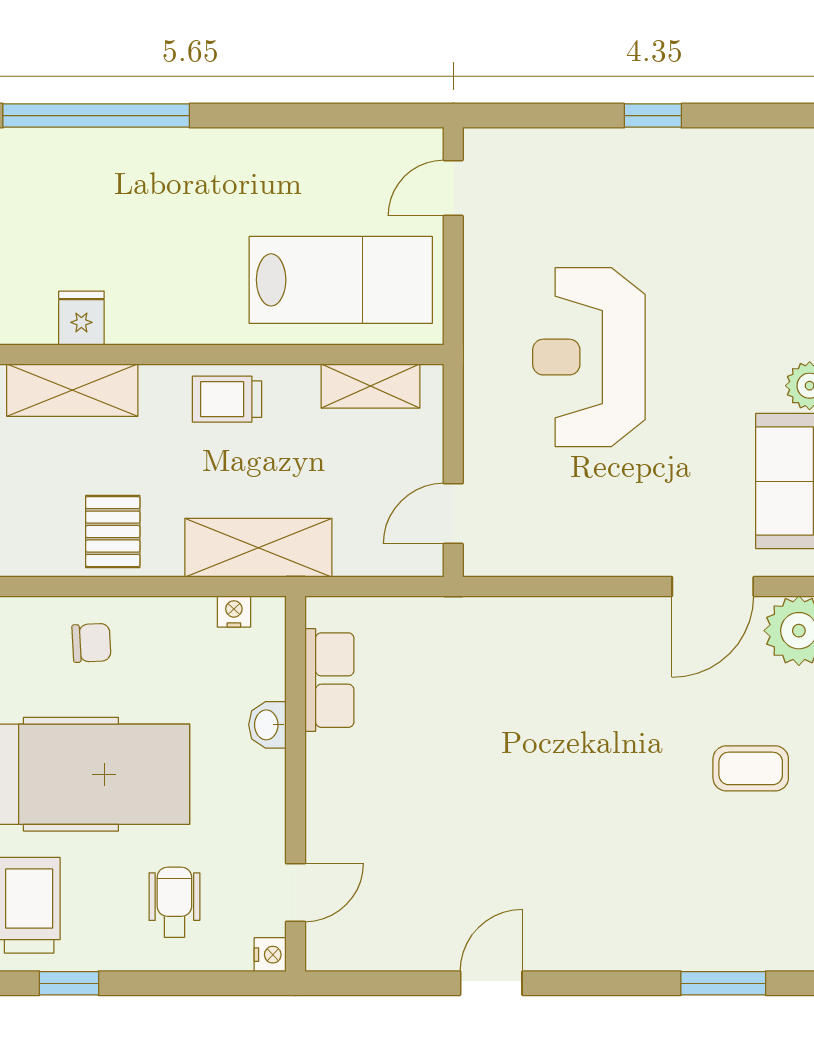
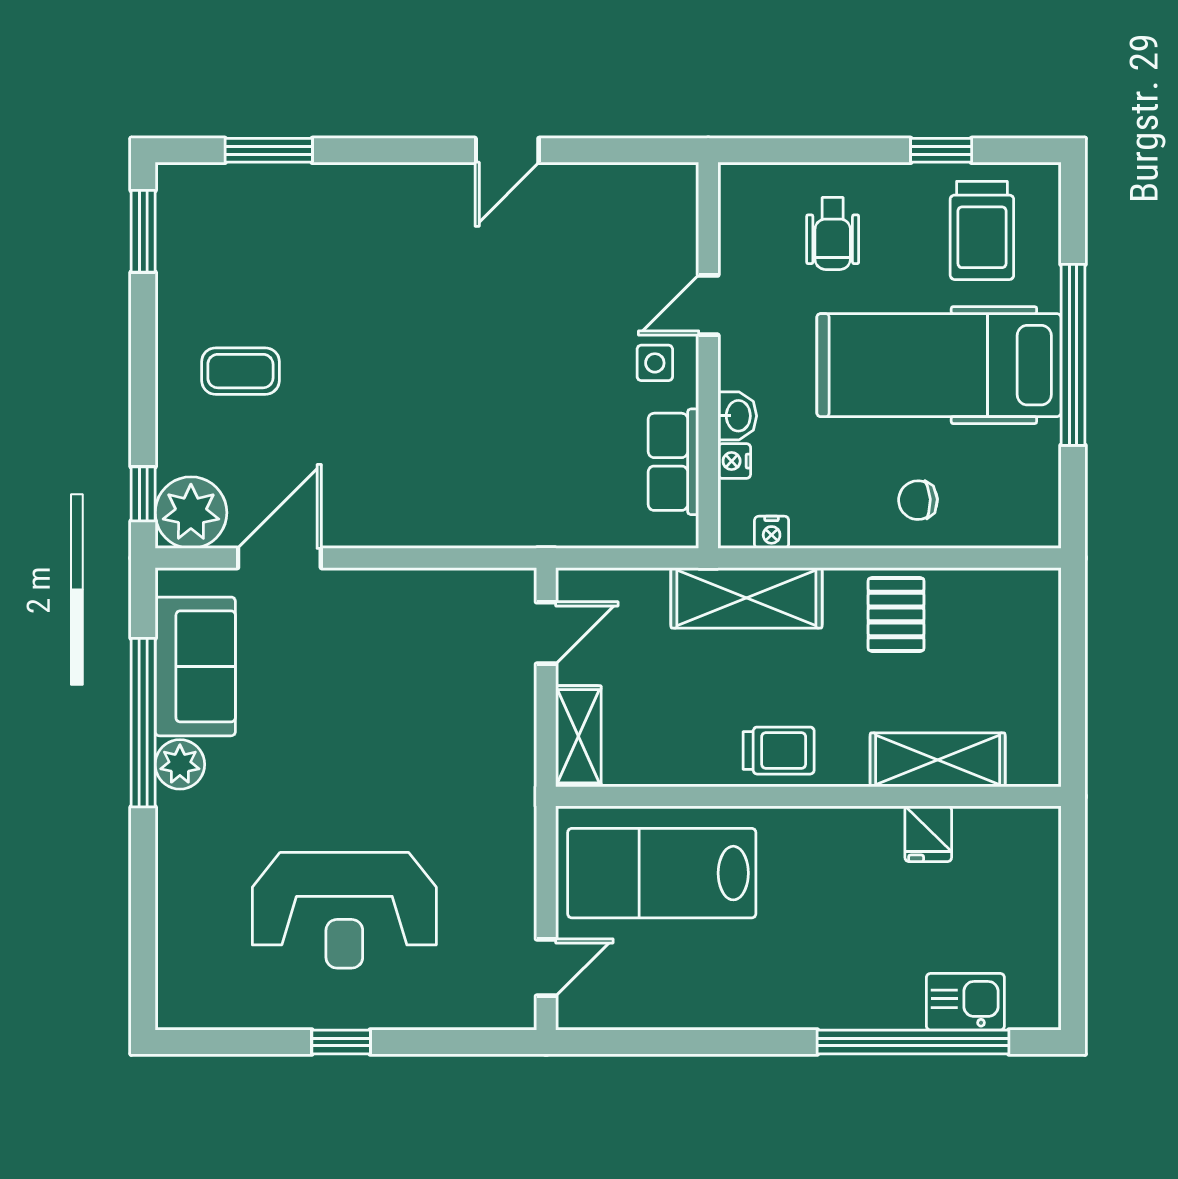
kitchen sink: (45, 155) -> (965, 1002), added
reception desk: (589, 357) -> (344, 910), moved, turned 90
shelving: (371, 386) -> (578, 736), moved, turned 90
side table: (347, 776) -> (655, 363), added
door: (296, 893) -> (708, 305), moved
nightstand: (270, 955) -> (734, 461), moved

